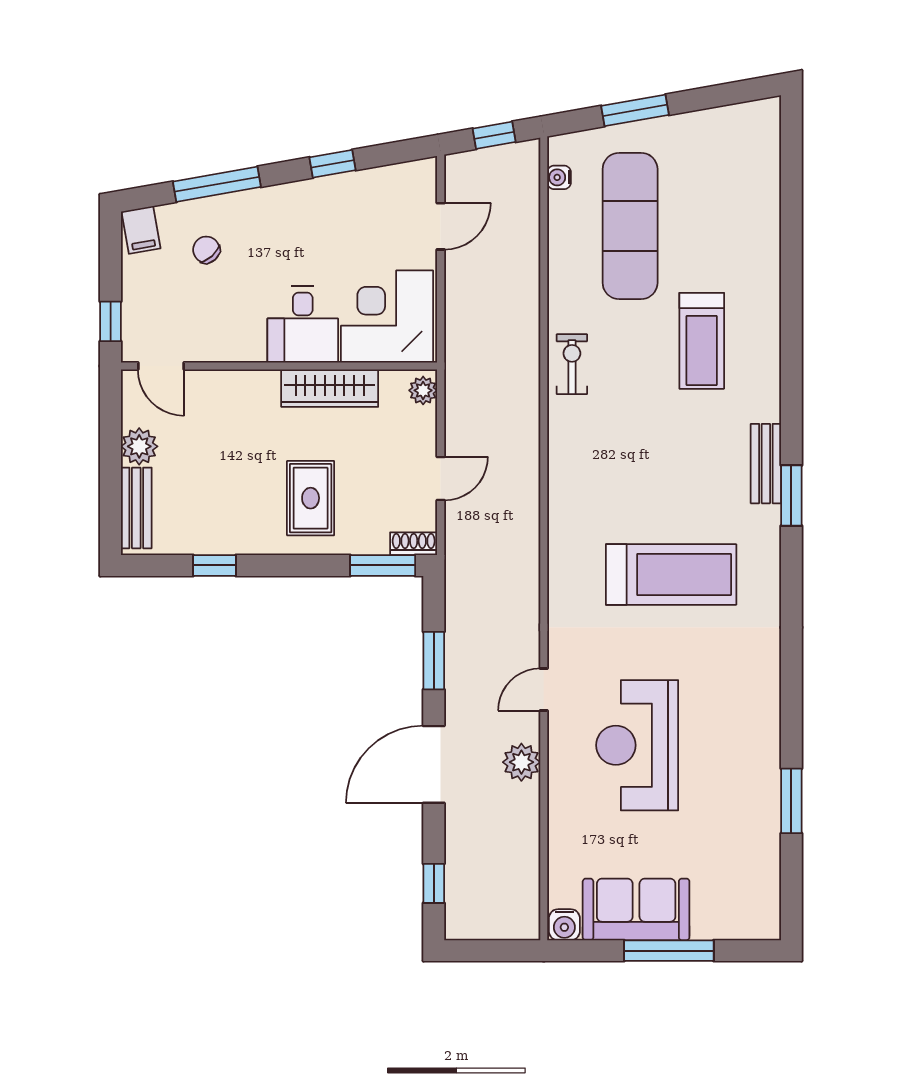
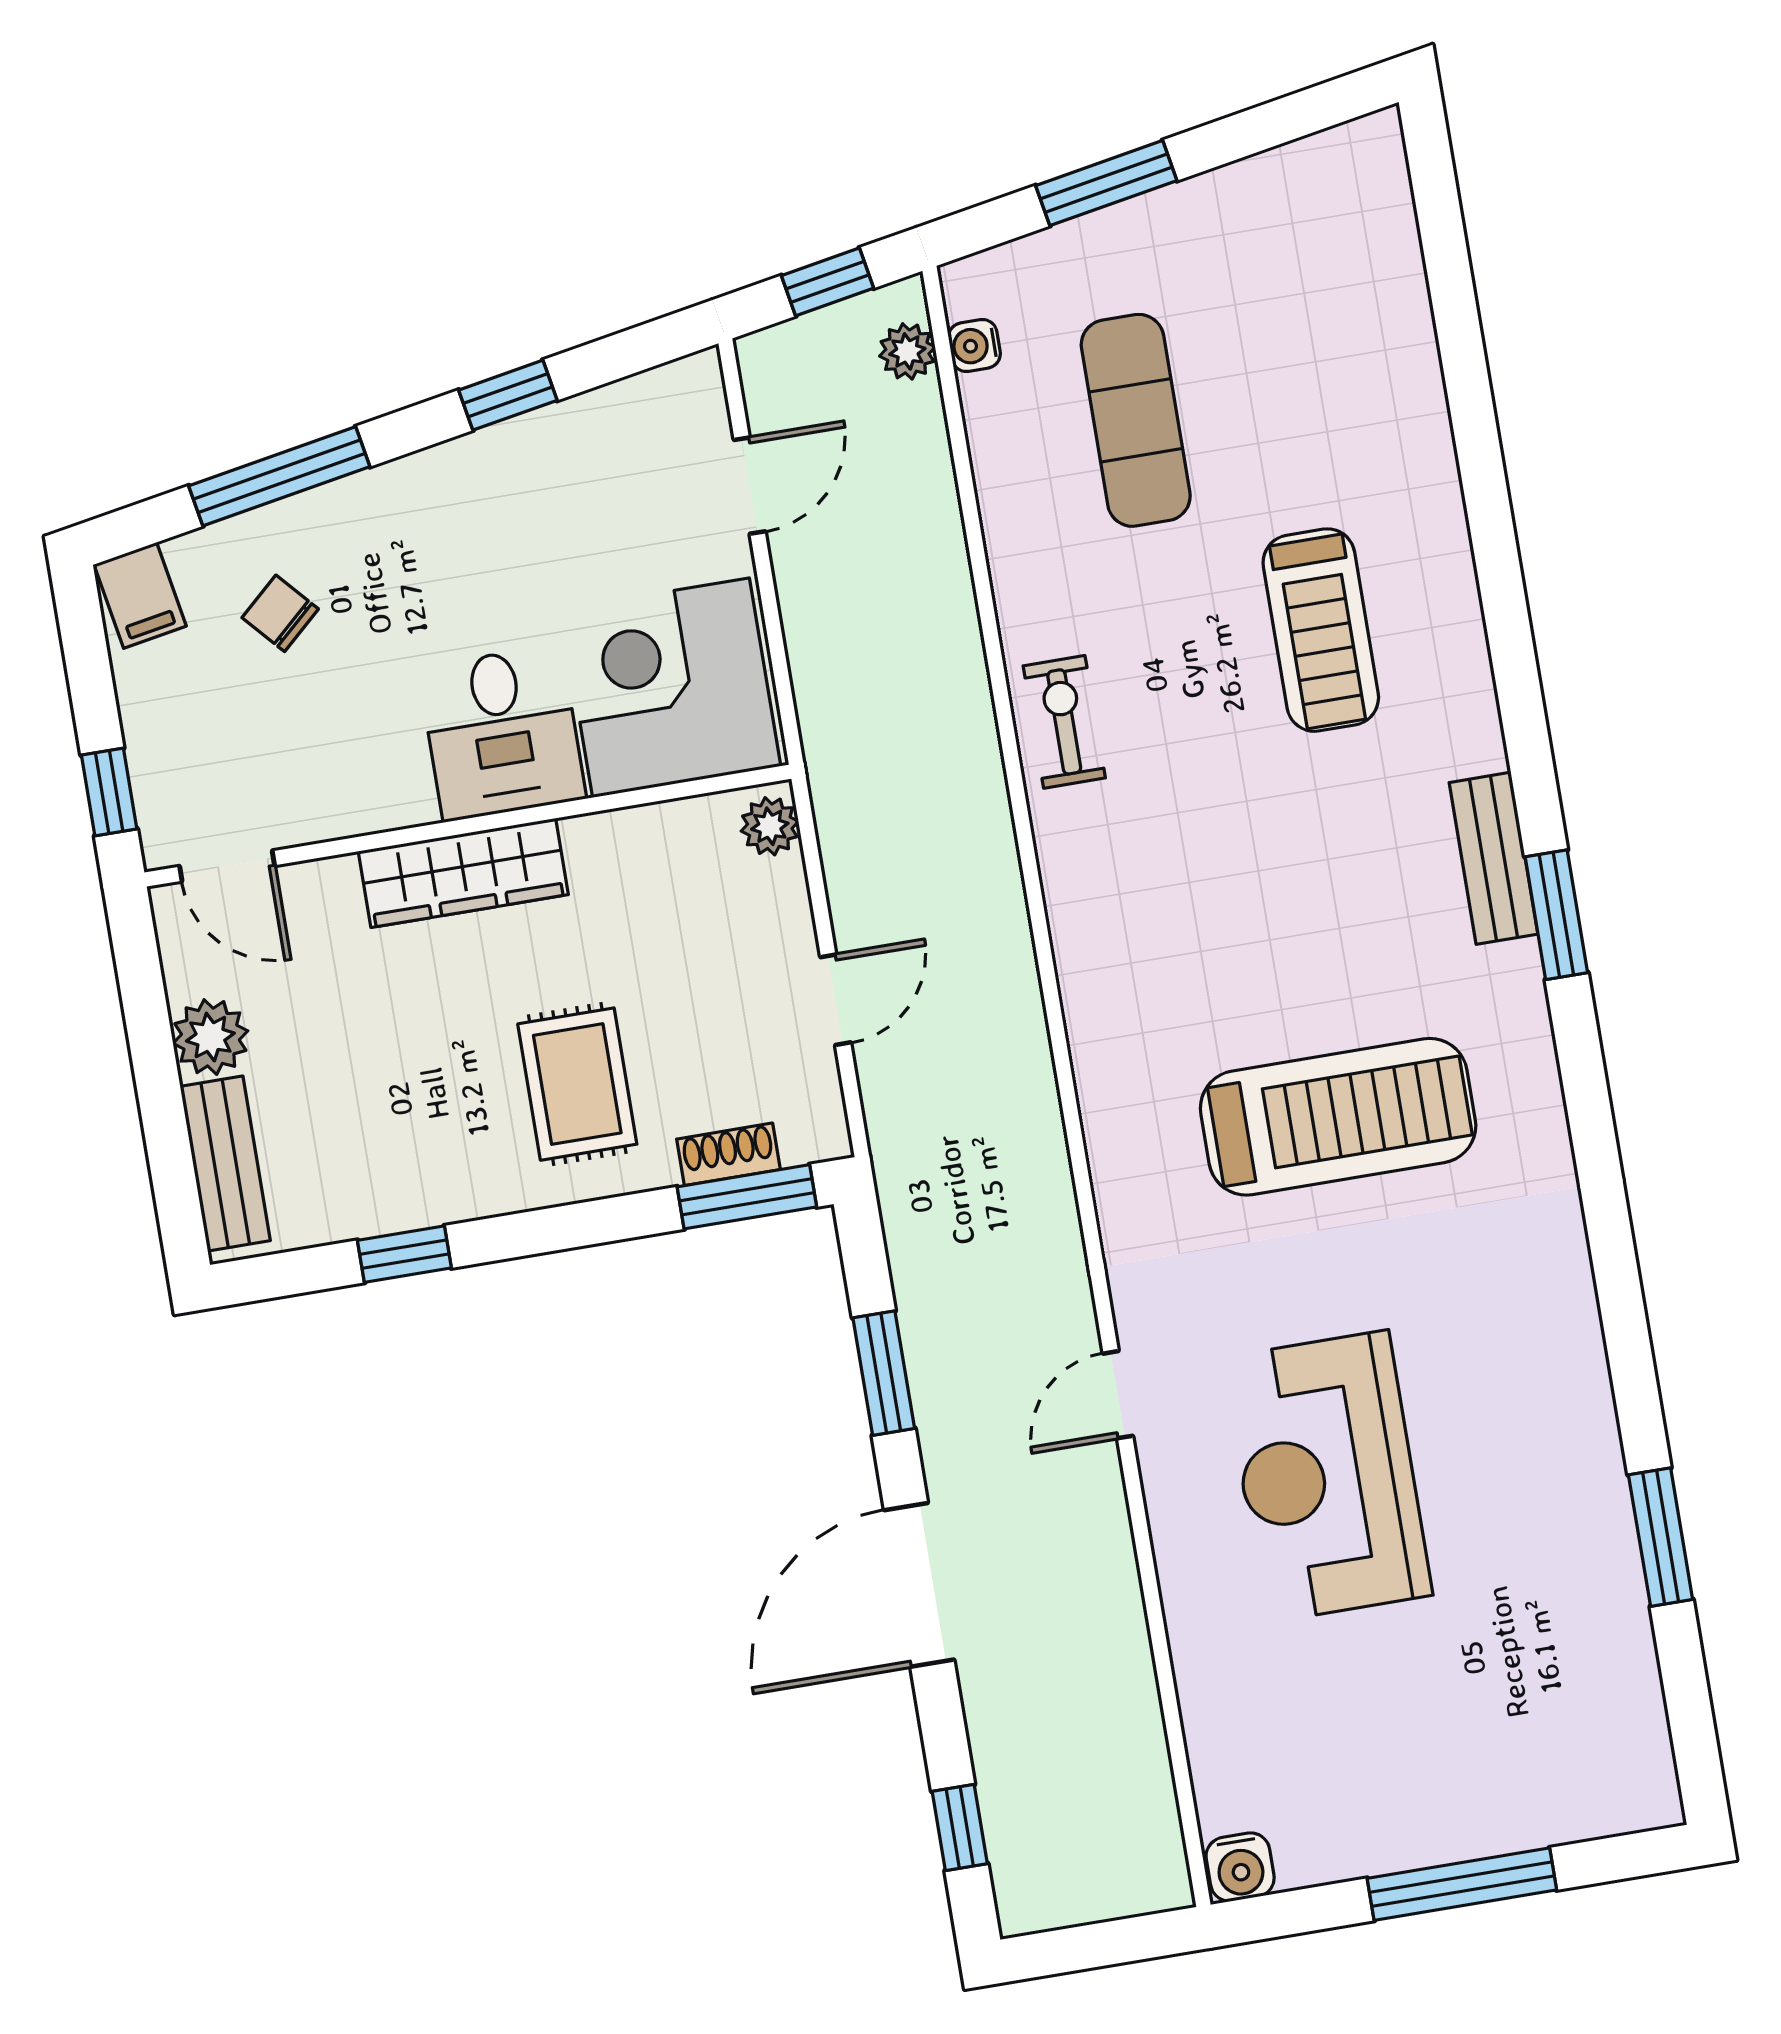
exercise mat: (630, 226) -> (1136, 420), width x0.73, depth x0.69
wardrobe: (330, 388) -> (463, 873), moved
shoe rack: (414, 544) -> (728, 1154), moved
plant: (521, 762) -> (907, 351), moved, width x0.73, depth x0.73
sofa: (636, 909) -> (1381, 1811), removed

